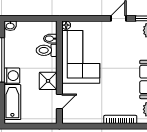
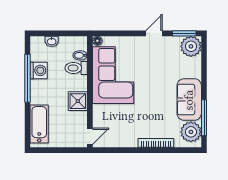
washbasin: (10, 26) -> (52, 41), moved
washing machine: (12, 76) -> (39, 70), moved
door: (59, 101) -> (90, 136), moved

